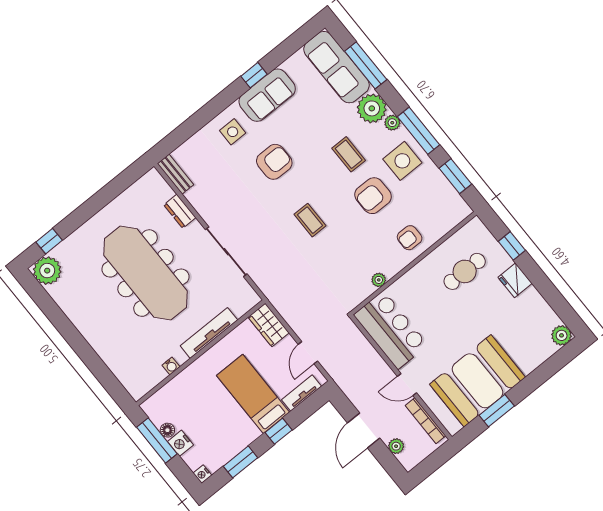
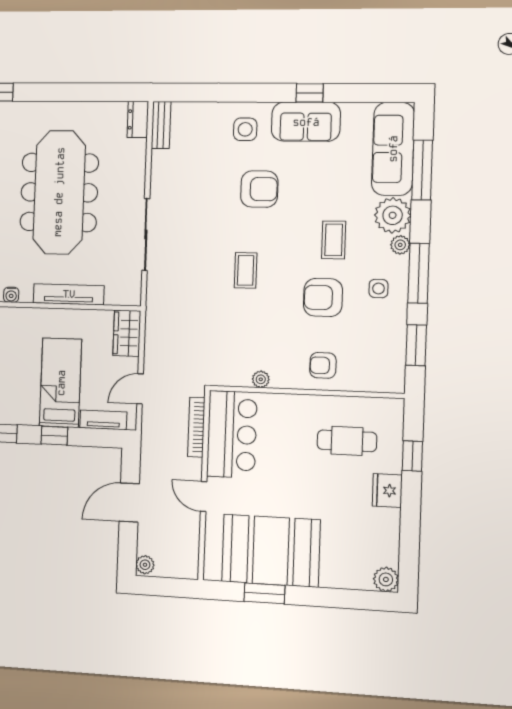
side table: (402, 161) -> (378, 289), width x0.54, depth x0.54
dresser: (180, 211) -> (138, 120), moved
bookcase: (425, 421) -> (196, 427), moved
plant: (396, 446) -> (145, 565), moved

